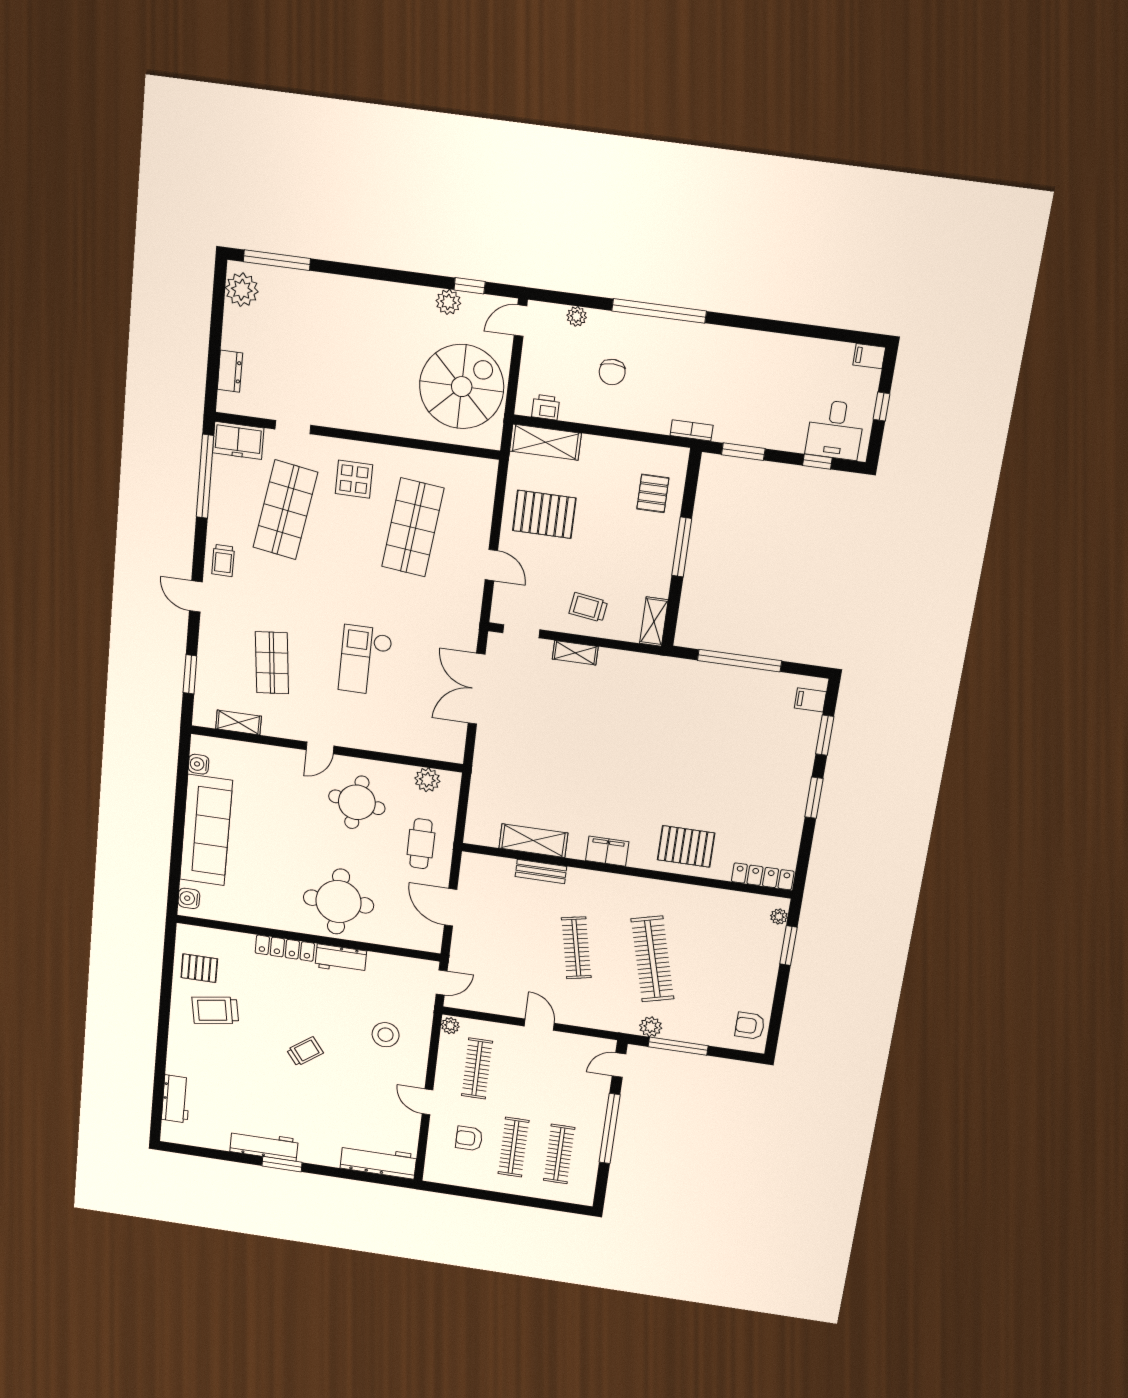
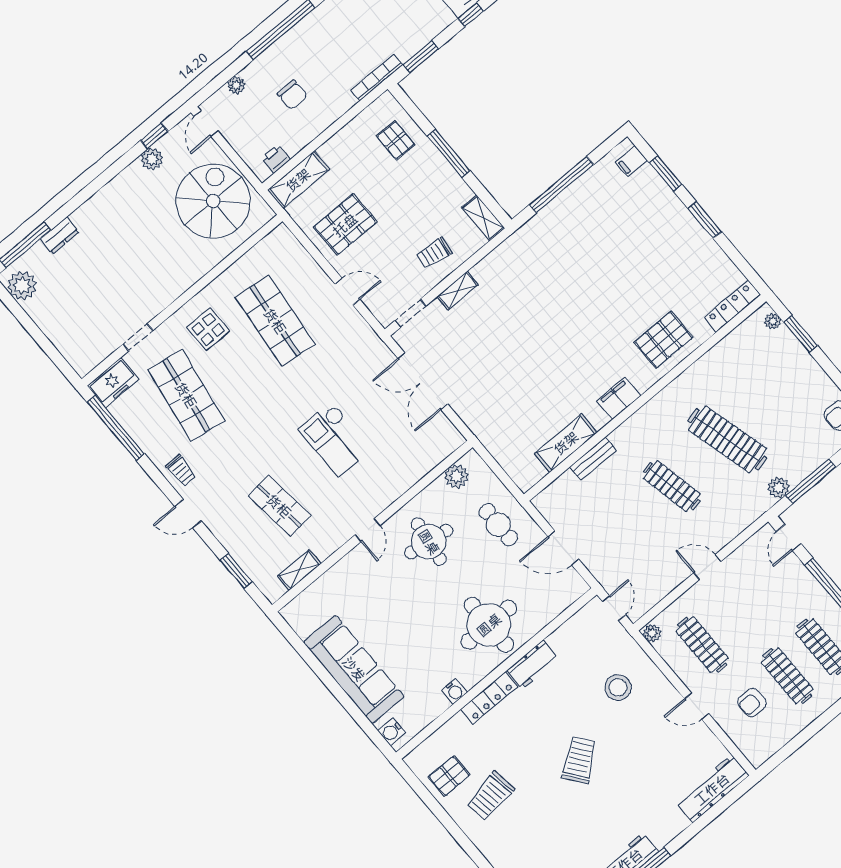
dresser: (230, 371) -> (60, 235), moved, turned 90
bookcase: (692, 430) -> (377, 78), width x1.56
water cooler: (199, 764) -> (454, 691), moved, turned -90
trolley: (305, 1051) -> (579, 760), width x1.36, depth x1.39

